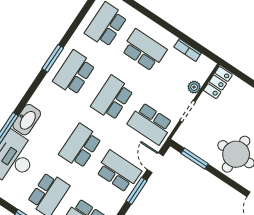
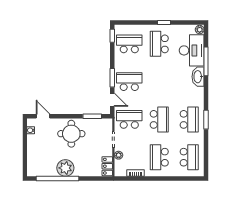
school desk: (144, 50) -> (159, 157), turned 90
school desk: (80, 146) -> (159, 82), removed
school desk: (118, 171) -> (129, 82), turned 180

